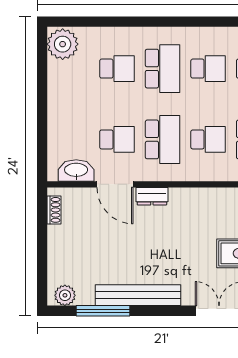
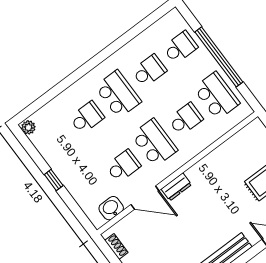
plant: (63, 44) -> (28, 127), width x0.53, depth x0.53
window: (42, 104) -> (54, 180), added
washbasin: (76, 170) -> (111, 208), width x0.72

